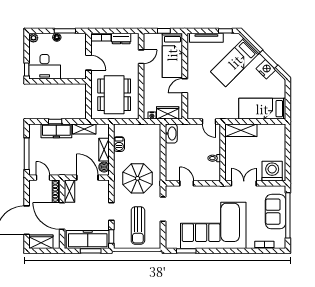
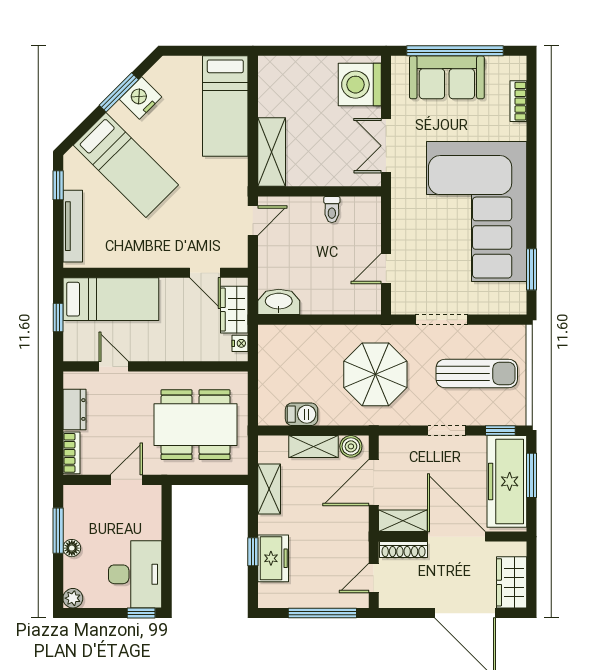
door: (185, 86) -> (205, 273), moved
freezer: (56, 131) -> (273, 558), width x0.71
door: (62, 216) -> (456, 537), swing flipped

